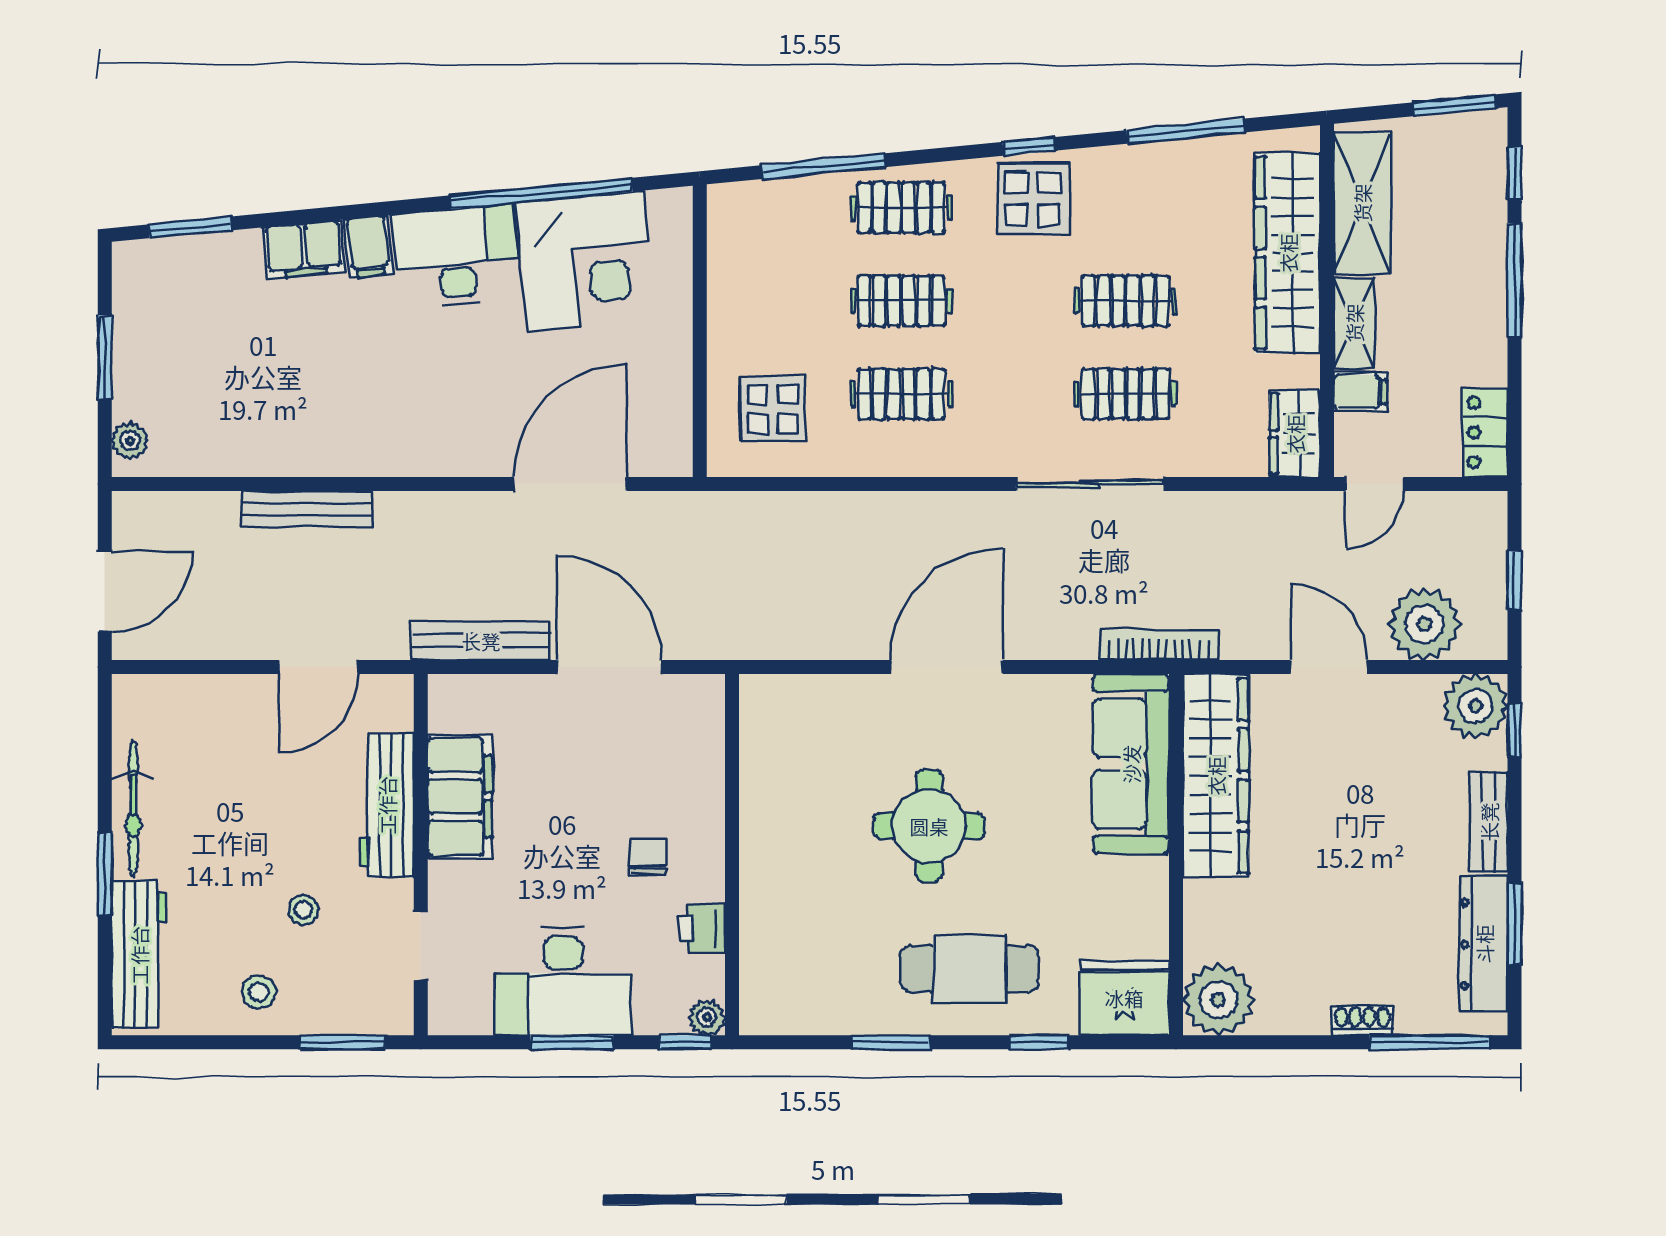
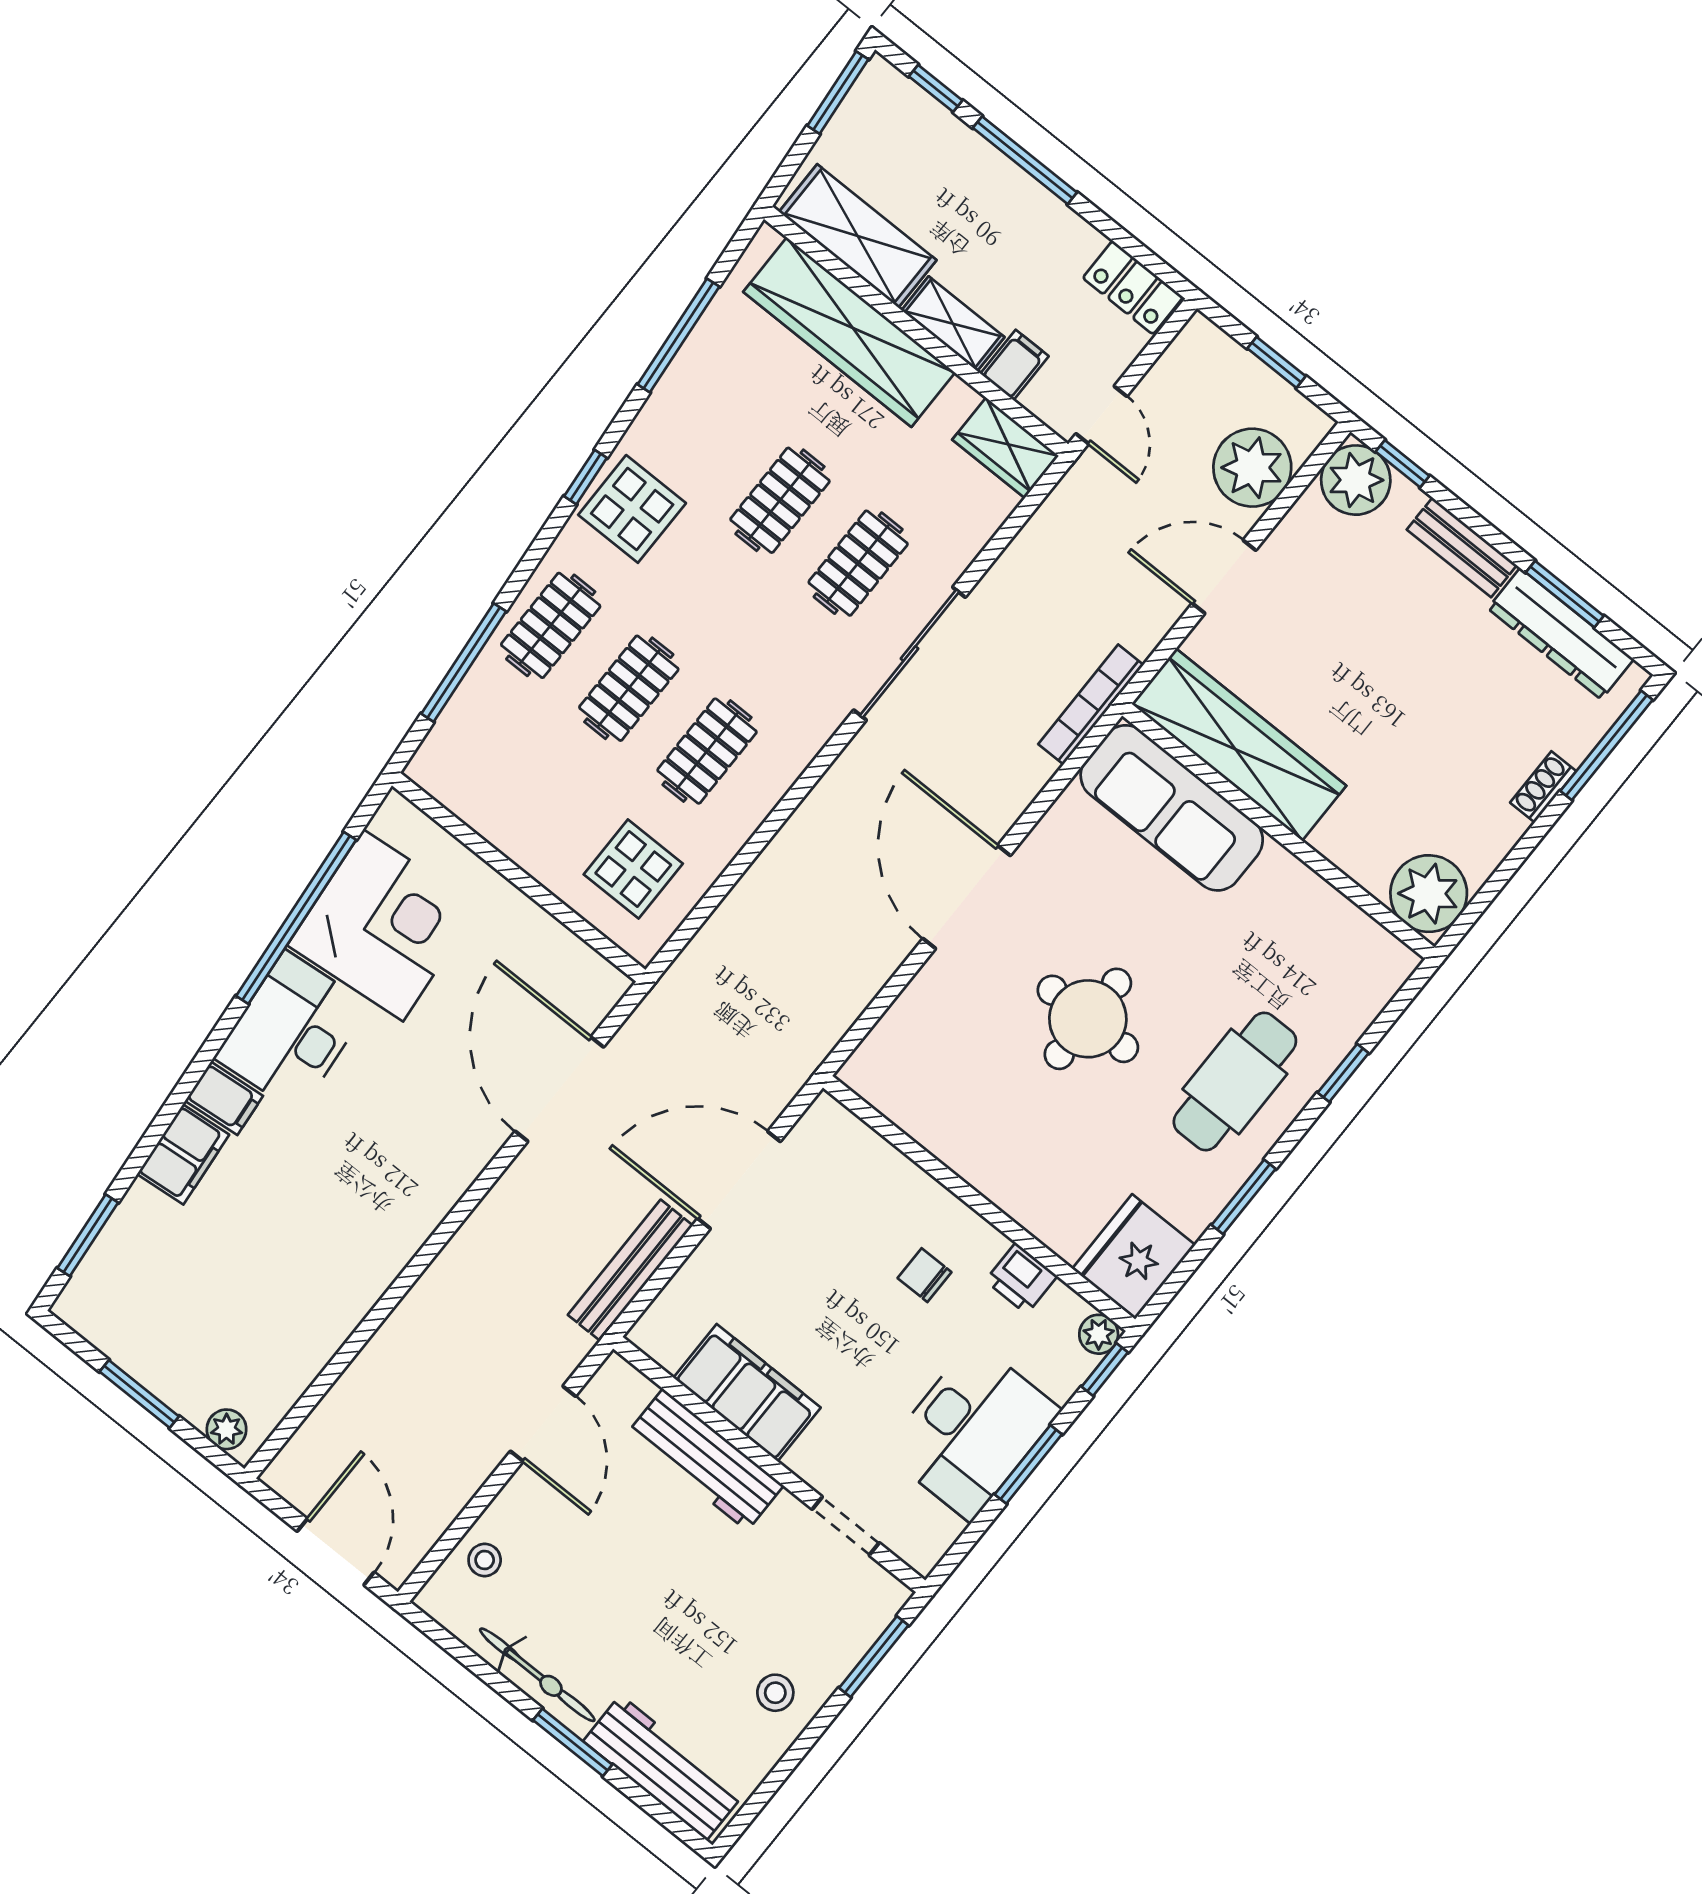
bench: (307, 509) -> (403, 1327), removed
stool: (303, 910) -> (485, 1560), moved
fridge: (1124, 998) -> (1134, 1257), moved

